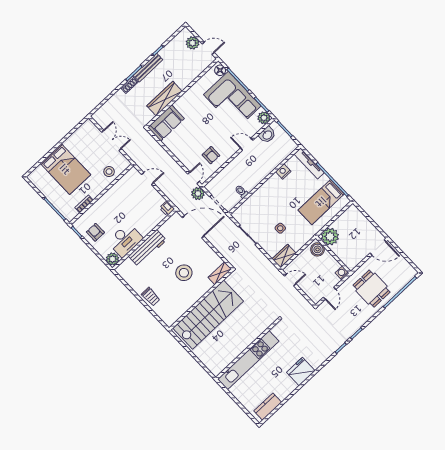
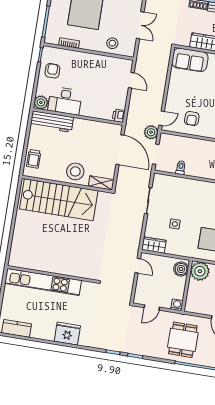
workbench: (147, 248) -> (52, 122), moved
shelving: (220, 273) -> (101, 183), moved
wall: (201, 299) -> (67, 184), moved
stairs: (208, 315) -> (59, 200), moved

